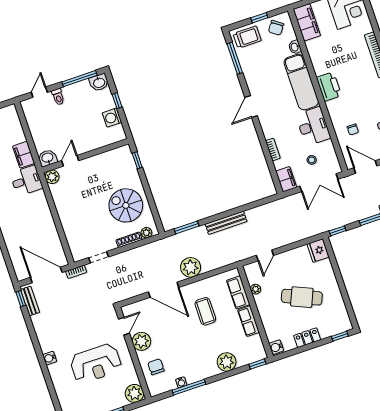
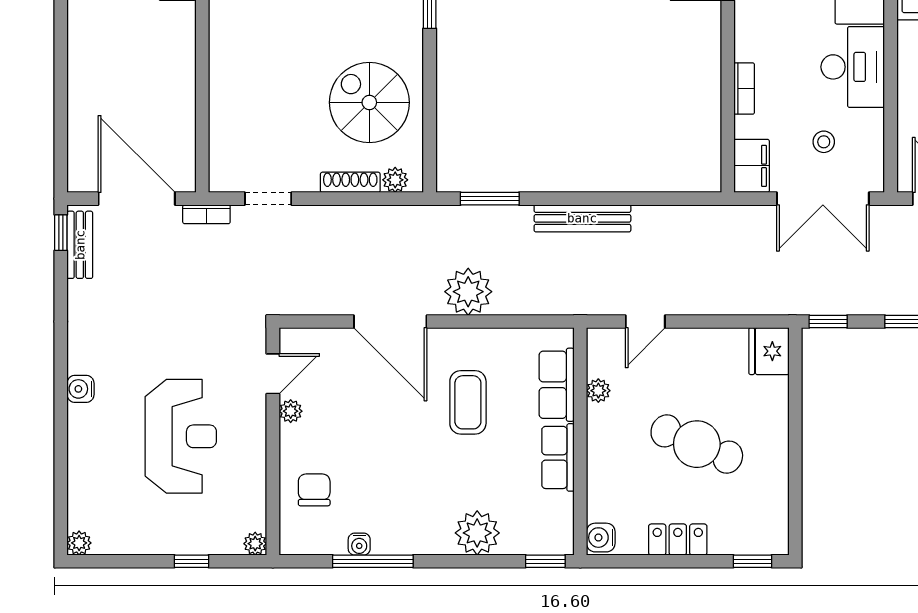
plant: (141, 341) -> (291, 411), width x0.53, depth x0.53
reception desk: (96, 363) -> (181, 436), turned -90
plant: (134, 393) -> (255, 544), width x0.53, depth x0.53

